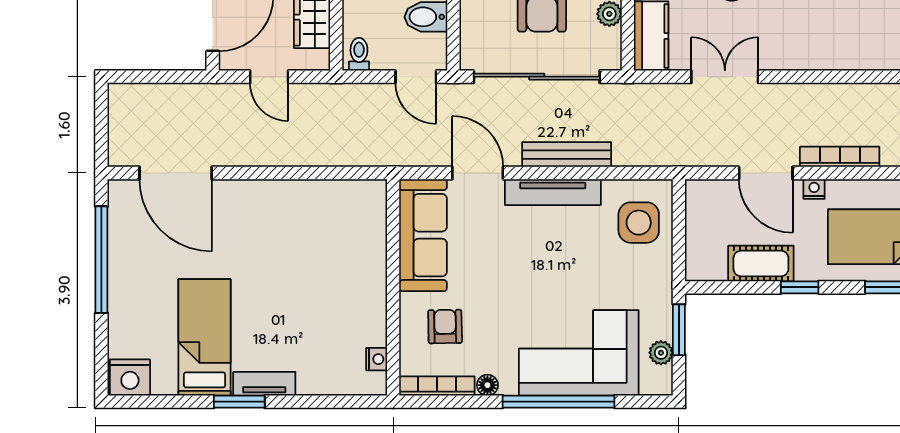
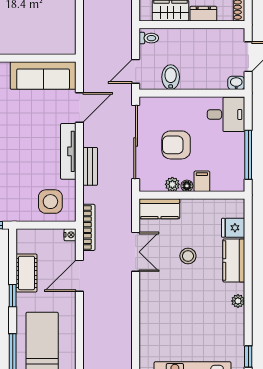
bench: (567, 155) -> (90, 166), width x0.73
bookcase: (840, 157) -> (89, 227), moved
nightstand: (814, 189) -> (70, 235), moved

